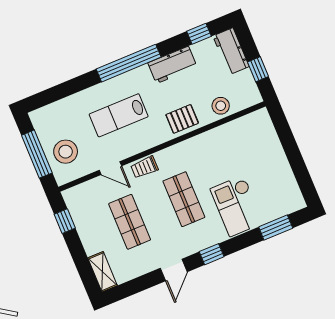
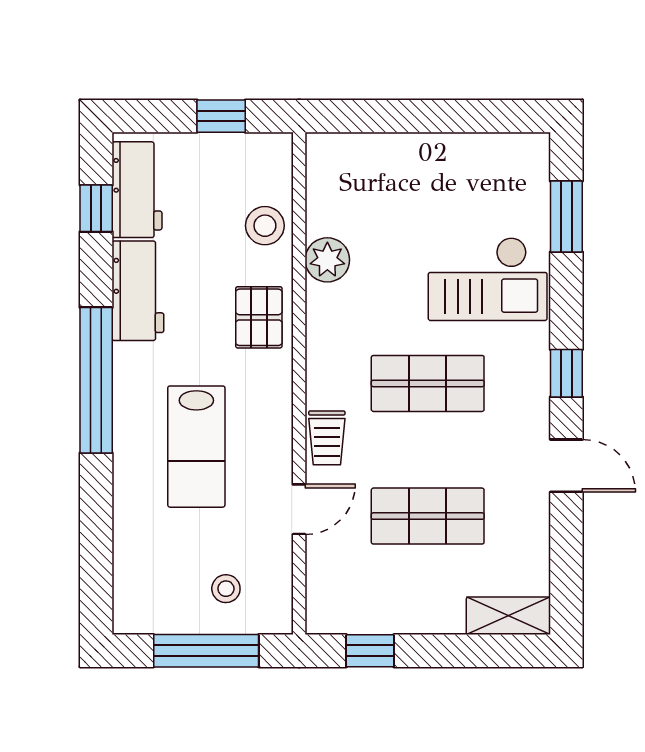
workbench: (231, 51) -> (137, 190), moved, turned -90
plant: (217, 137) -> (327, 260), added
stool: (66, 152) -> (226, 589), width x0.53, depth x0.53

